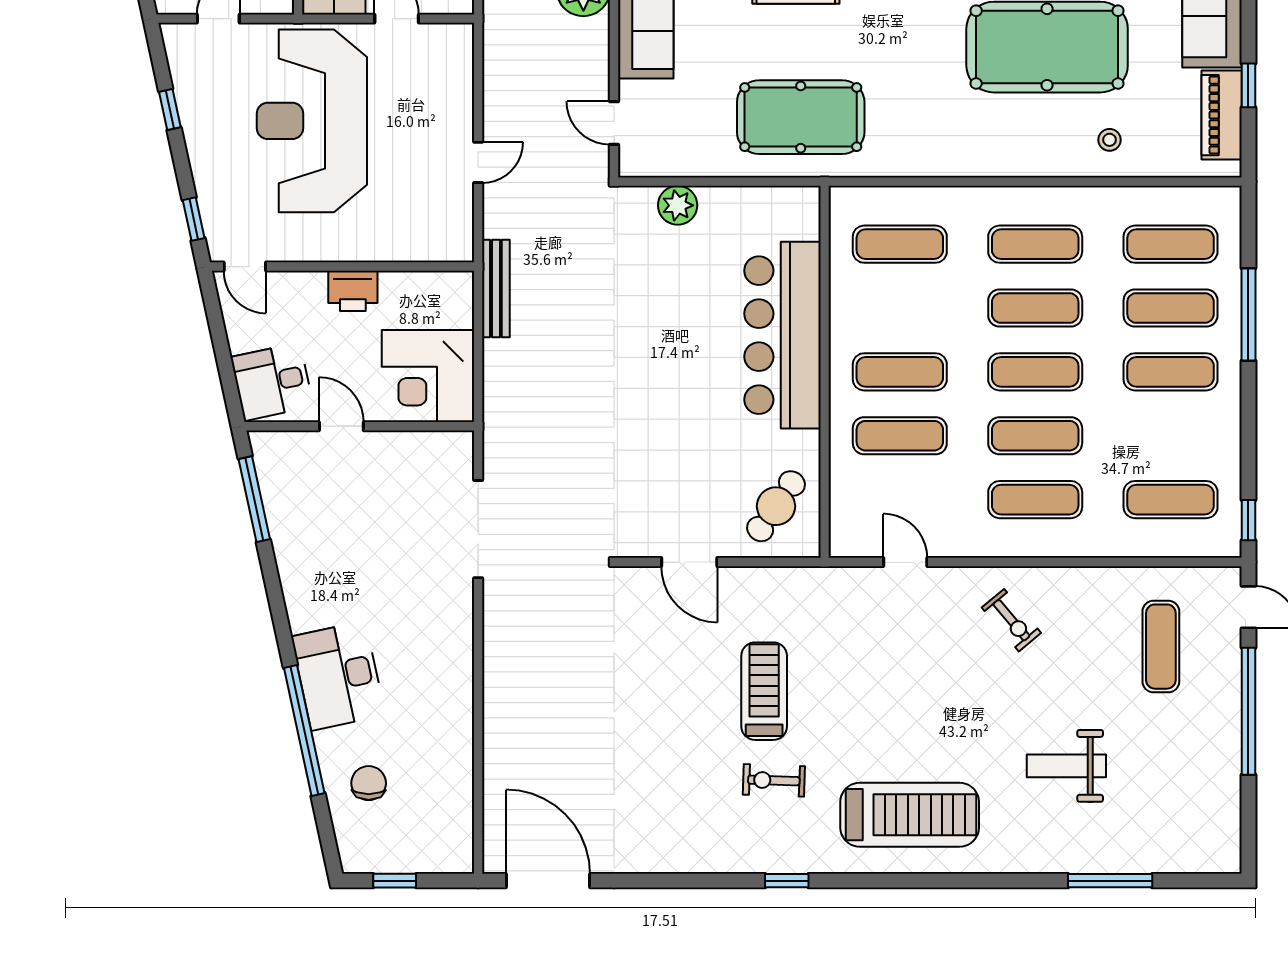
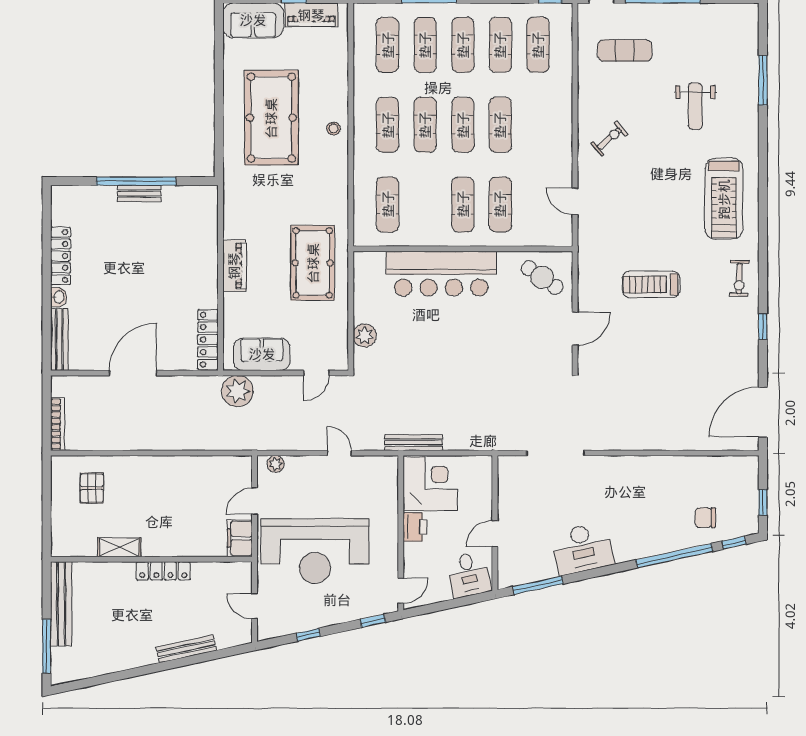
plant: (460, 54) -> (276, 464), added
stool: (1110, 140) -> (333, 128), moved
corner desk: (428, 376) -> (430, 484), moved, turned -90
exercise mat: (1035, 500) -> (500, 45), moved
door: (905, 562) -> (575, 201), hinge flipped
desk: (338, 676) -> (582, 548), moved
exercise bike: (774, 780) -> (739, 279), moved
treadmill: (910, 815) -> (724, 199), turned 180
window: (326, 832) -> (734, 543), added
window: (787, 881) -> (763, 327), moved

